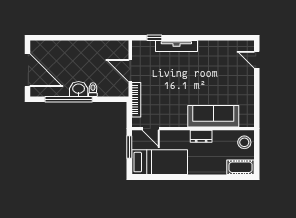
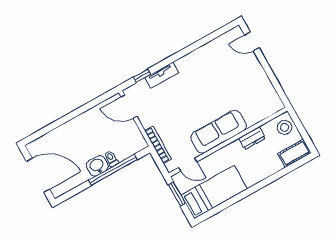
tv unit: (176, 46) -> (162, 75), width x0.71
door: (130, 71) -> (129, 107), moved
window: (69, 99) -> (113, 170), moved
sofa: (213, 116) -> (219, 132), moved
dresser: (201, 136) -> (252, 138), moved

